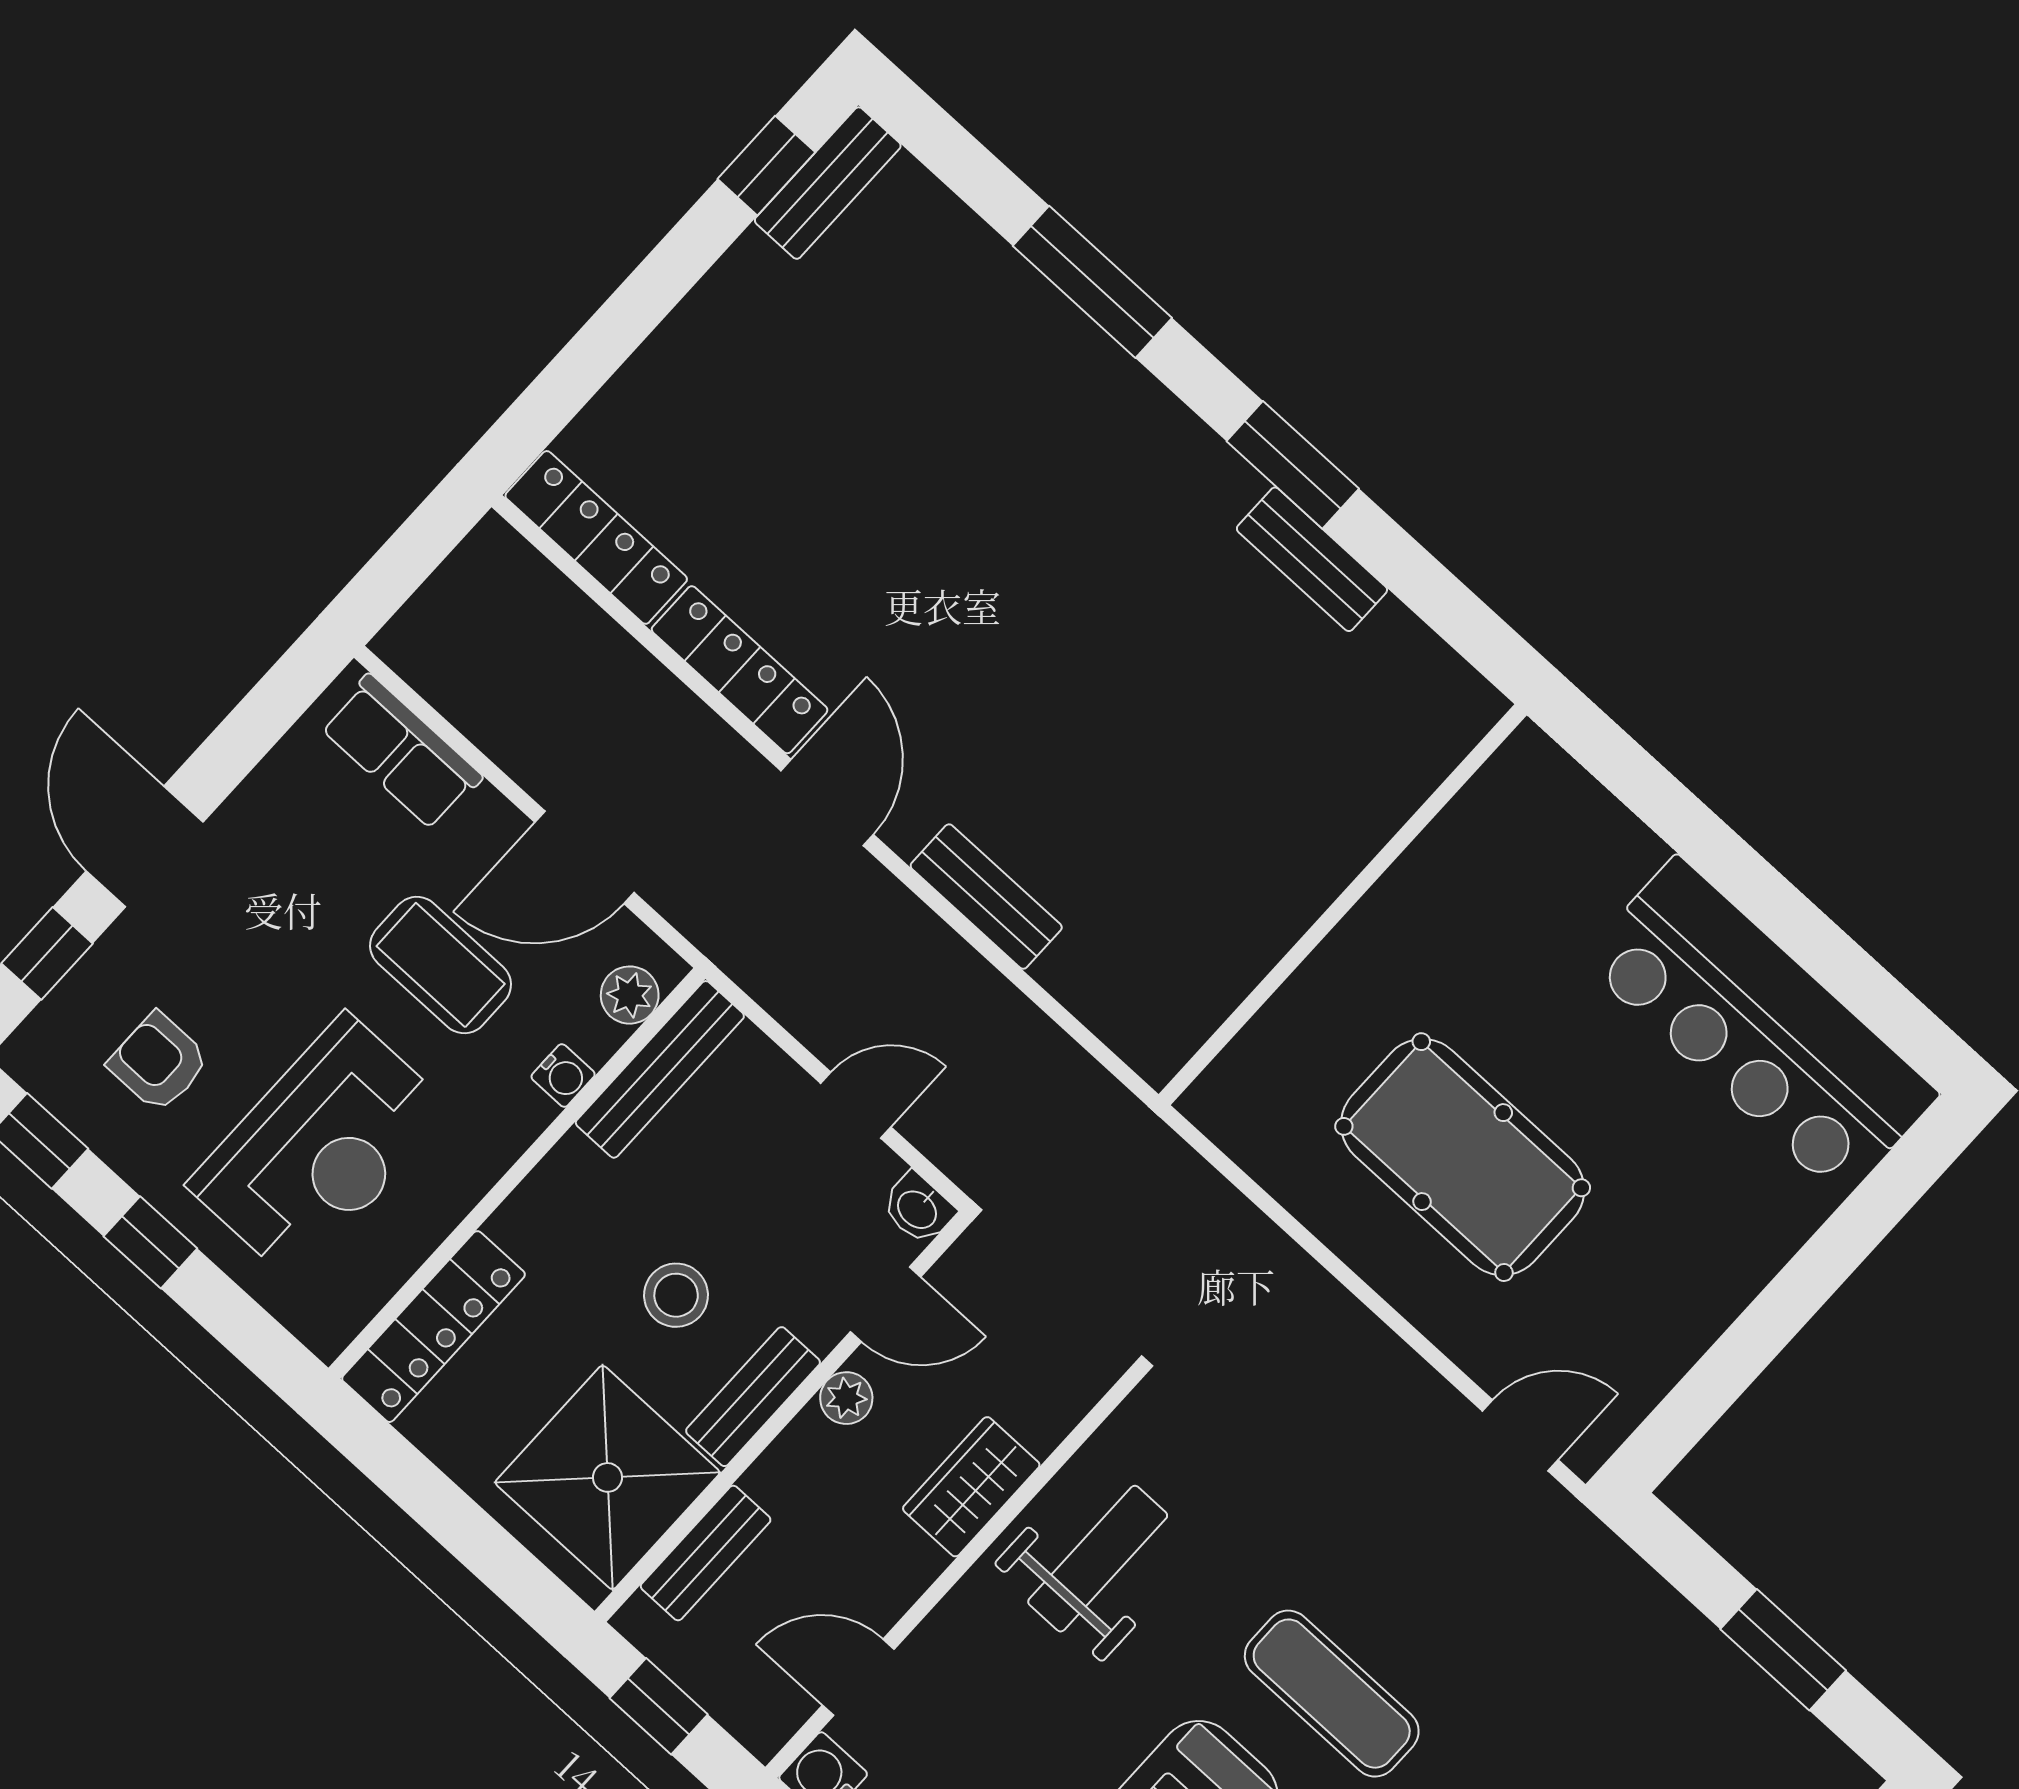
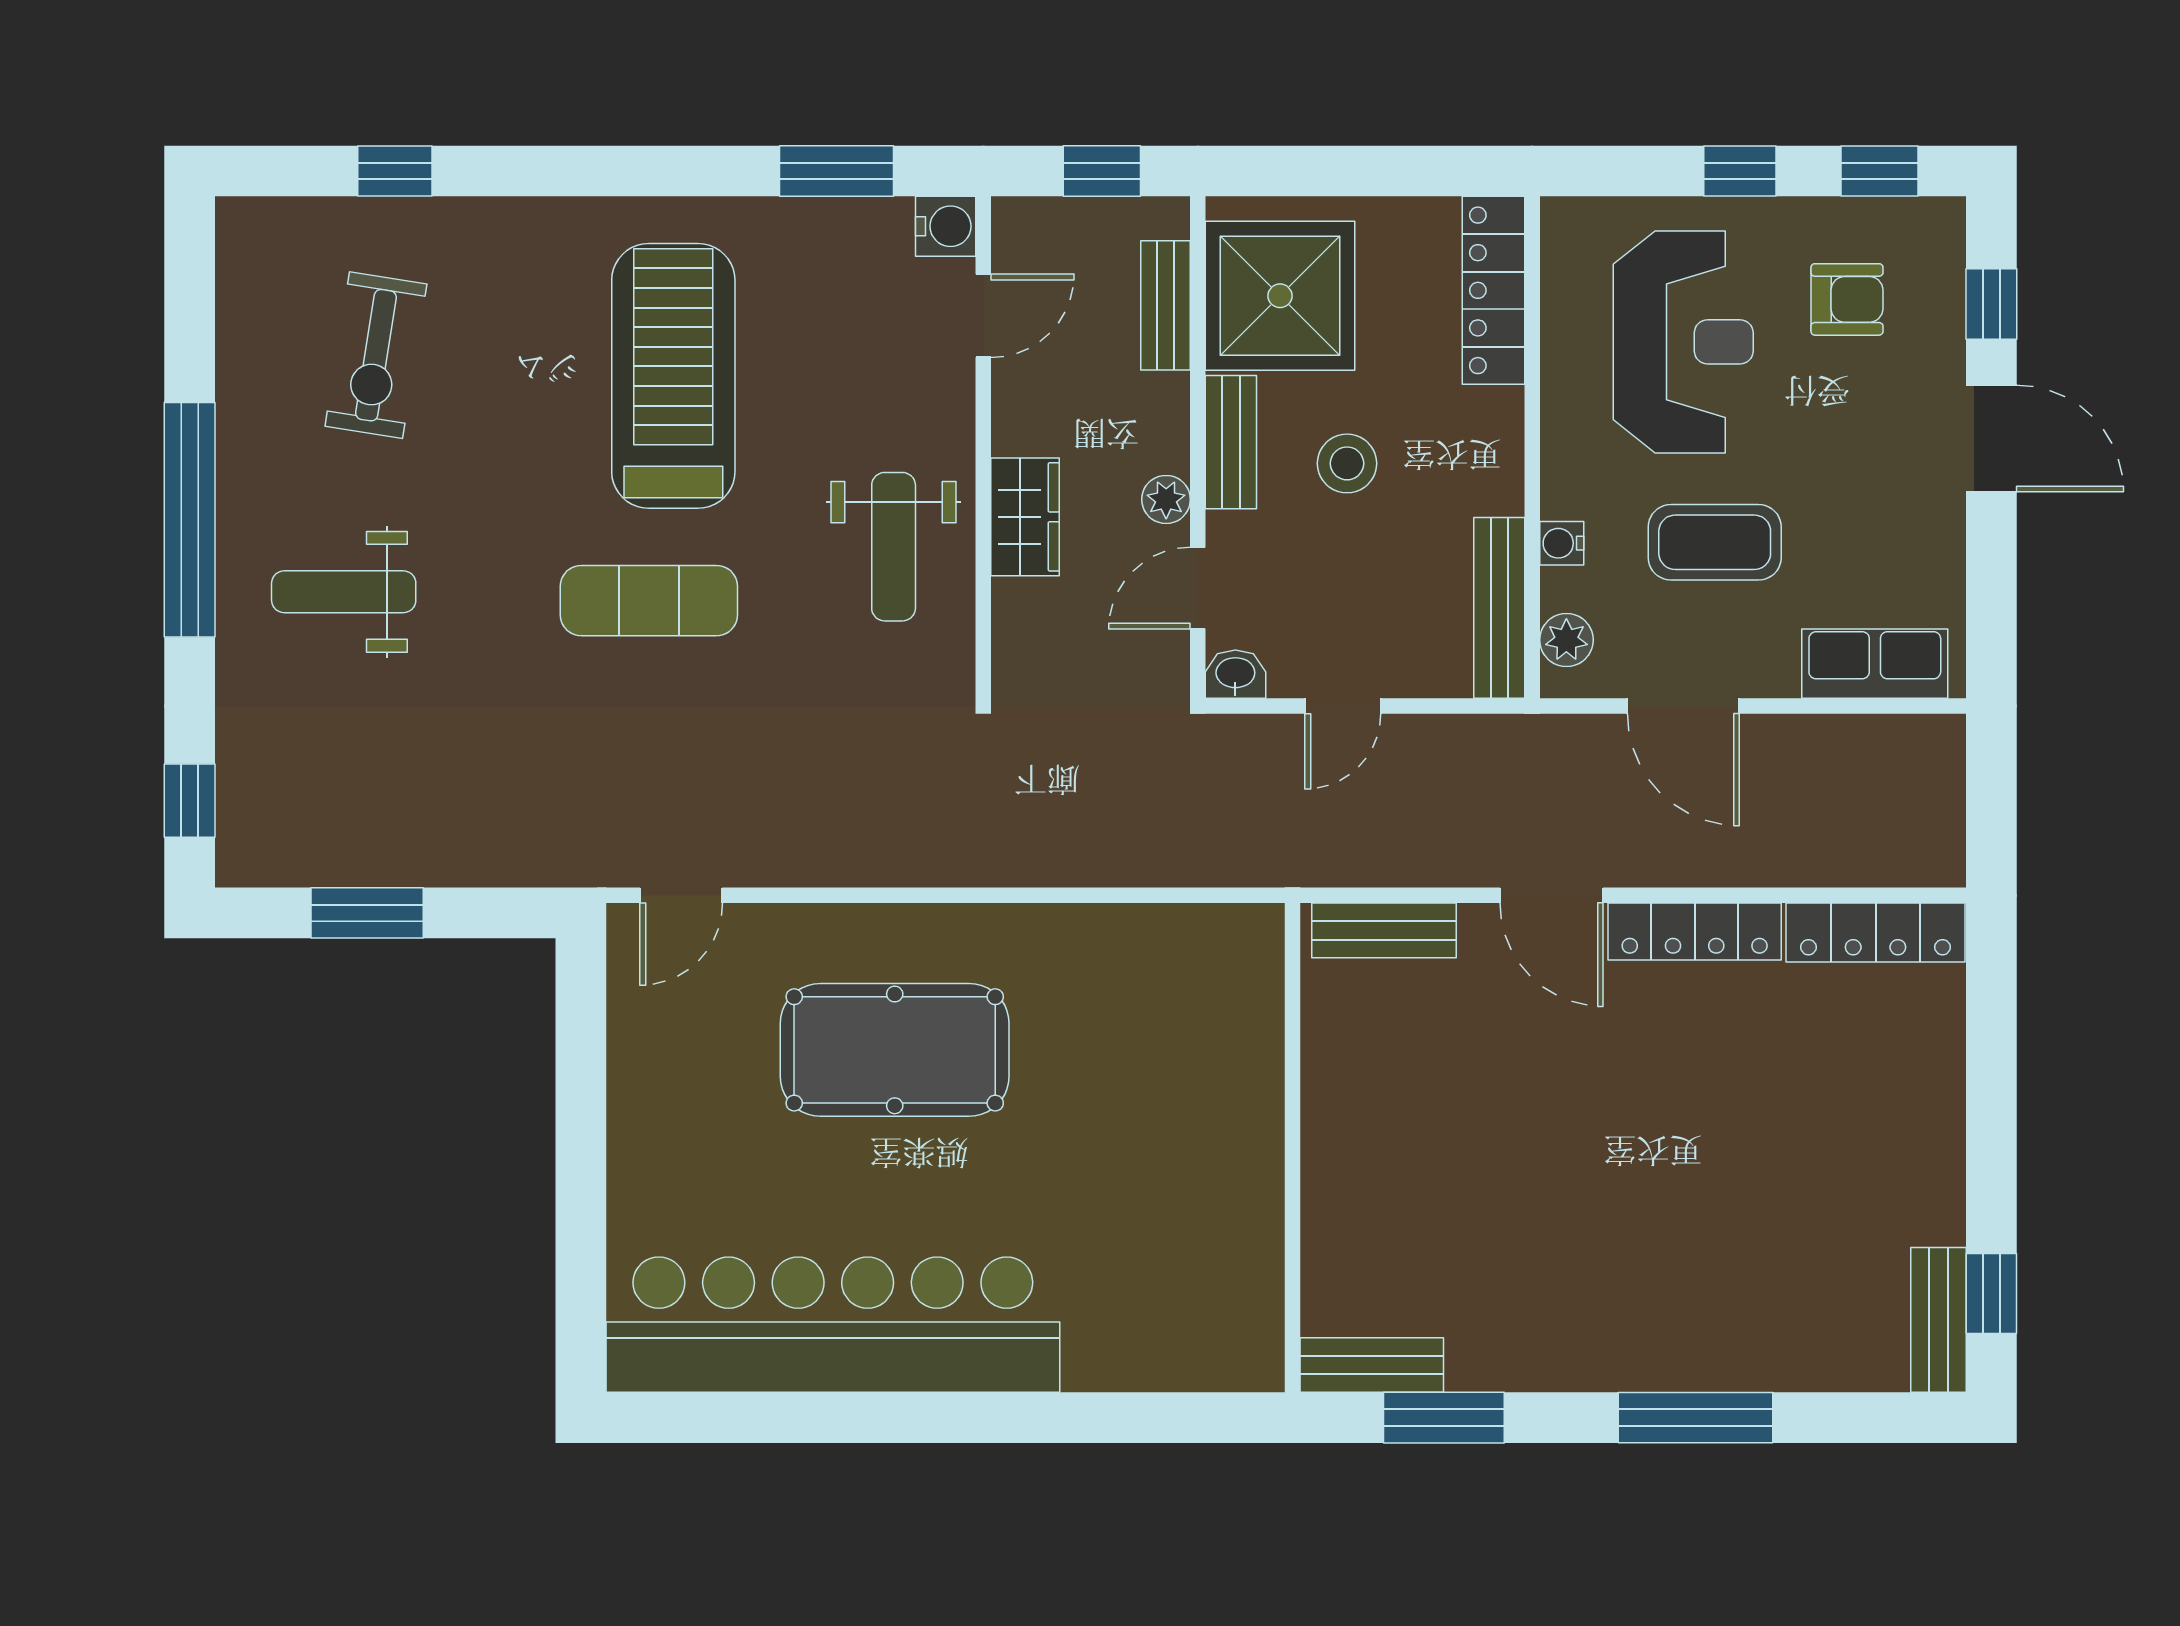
door: (585, 857) -> (1683, 706), swing flipped
wall: (1343, 905) -> (1292, 1148), moved
bar counter: (1760, 1027) -> (833, 1325), width x1.36
reception desk: (320, 1147) -> (1683, 342), turned 180

